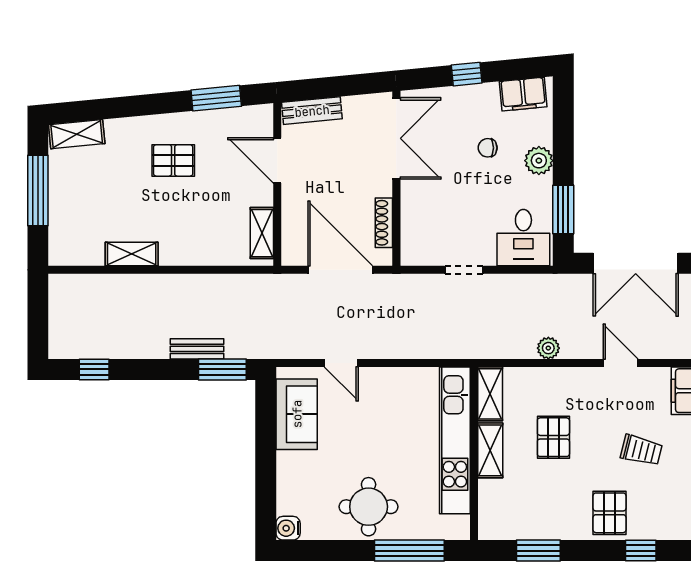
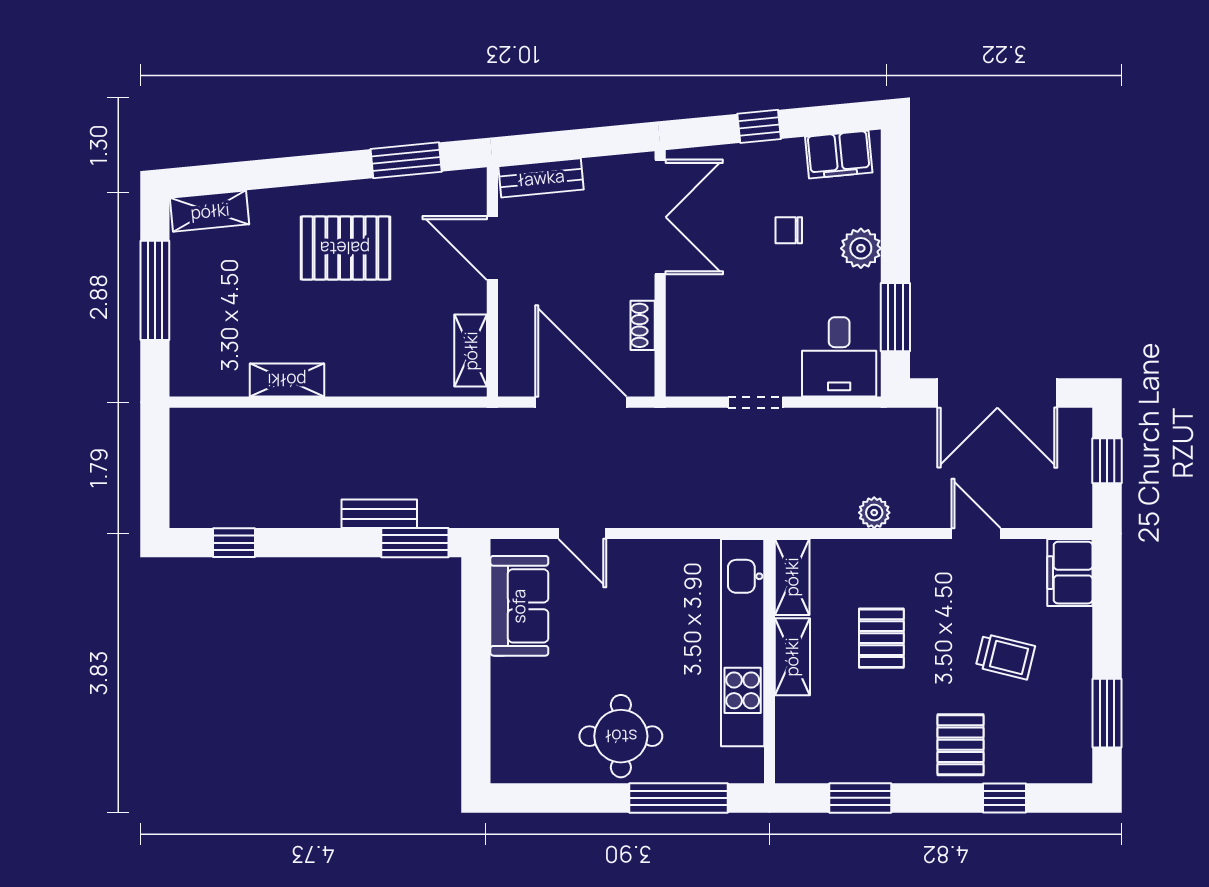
pallet: (173, 160) -> (345, 248), width x1.50, depth x1.42
shoe rack: (384, 223) -> (643, 325), width x0.70
water cooler: (288, 528) -> (507, 766), removed

